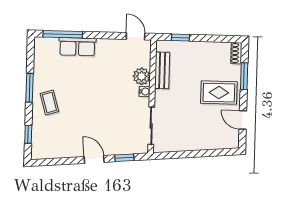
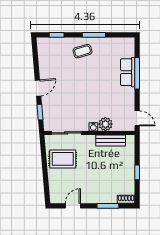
window: (63, 34) -> (137, 73), moved
door: (136, 36) -> (137, 118), hinge flipped
window: (180, 38) -> (137, 172), moved
rug: (219, 93) -> (63, 159), moved, turned 90

